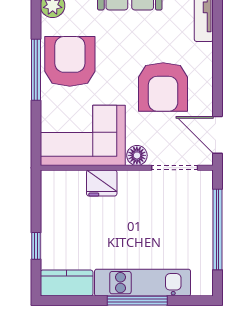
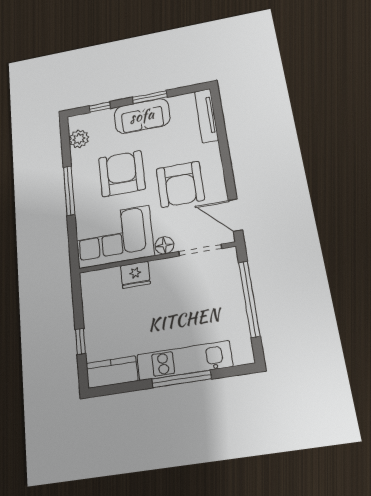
armchair: (70, 61) -> (122, 174), moved

